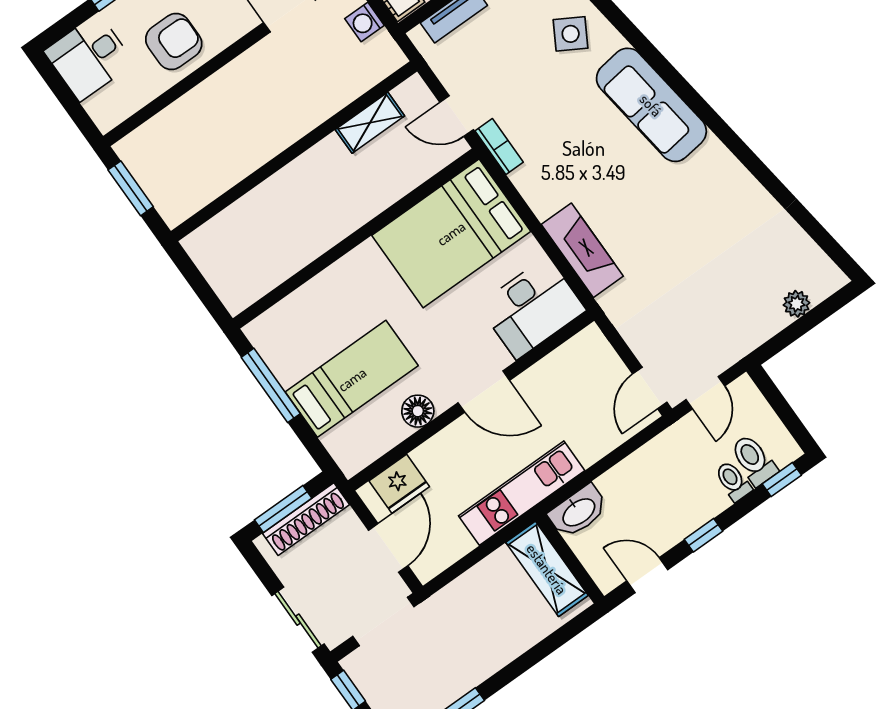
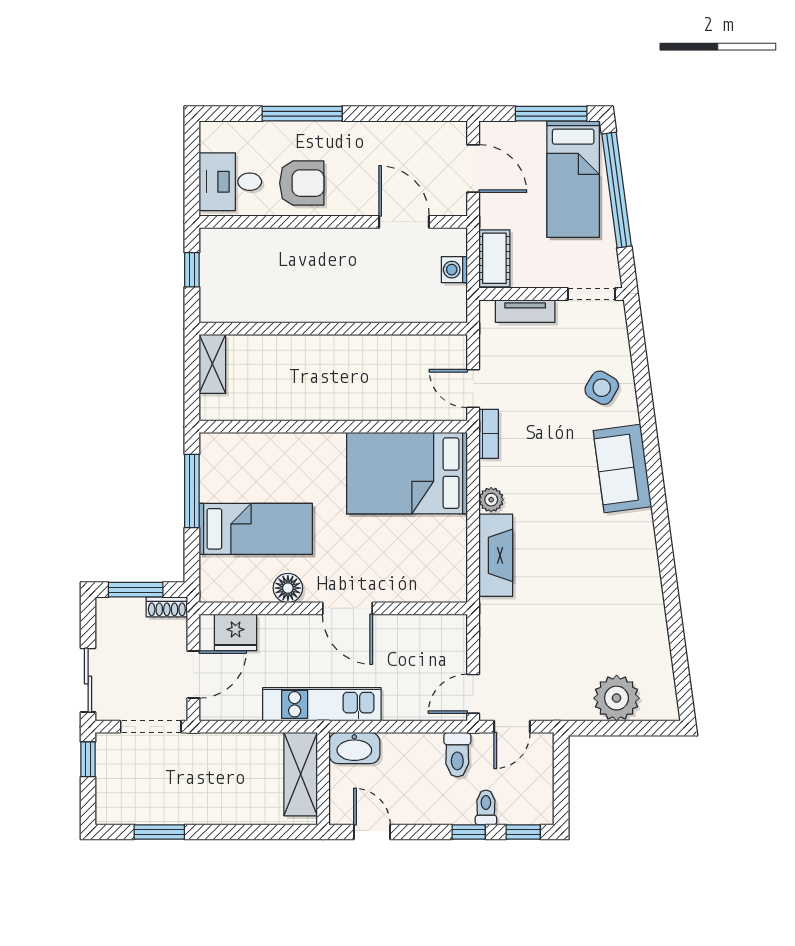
desk: (89, 57) -> (230, 182), moved
sofa: (651, 105) -> (622, 469), width x0.73
shelving: (370, 123) -> (212, 364), moved, turned 90
window: (131, 188) -> (192, 270), width x0.67
plant: (543, 204) -> (491, 500), added
plant: (797, 304) -> (617, 698), width x1.87, depth x1.87
desk: (532, 308) -> (428, 572), removed
toilet: (754, 460) -> (457, 755), moved, turned 180
shoe rack: (306, 519) -> (167, 607), width x0.51, depth x0.81
window: (703, 535) -> (469, 832), moved

